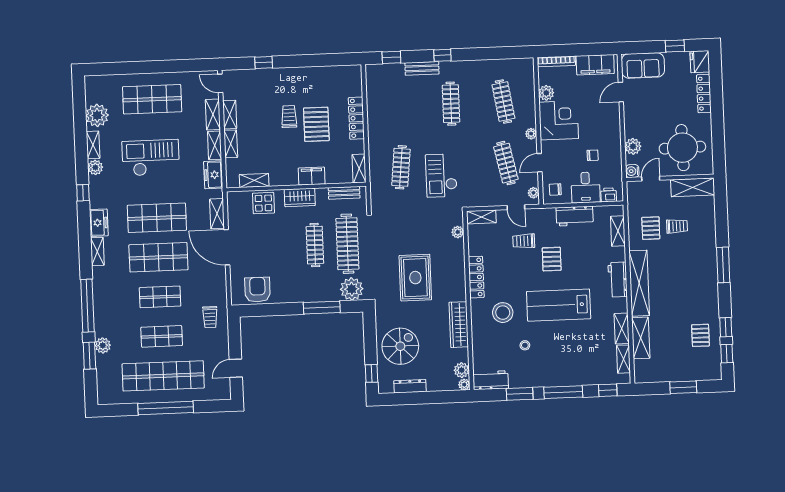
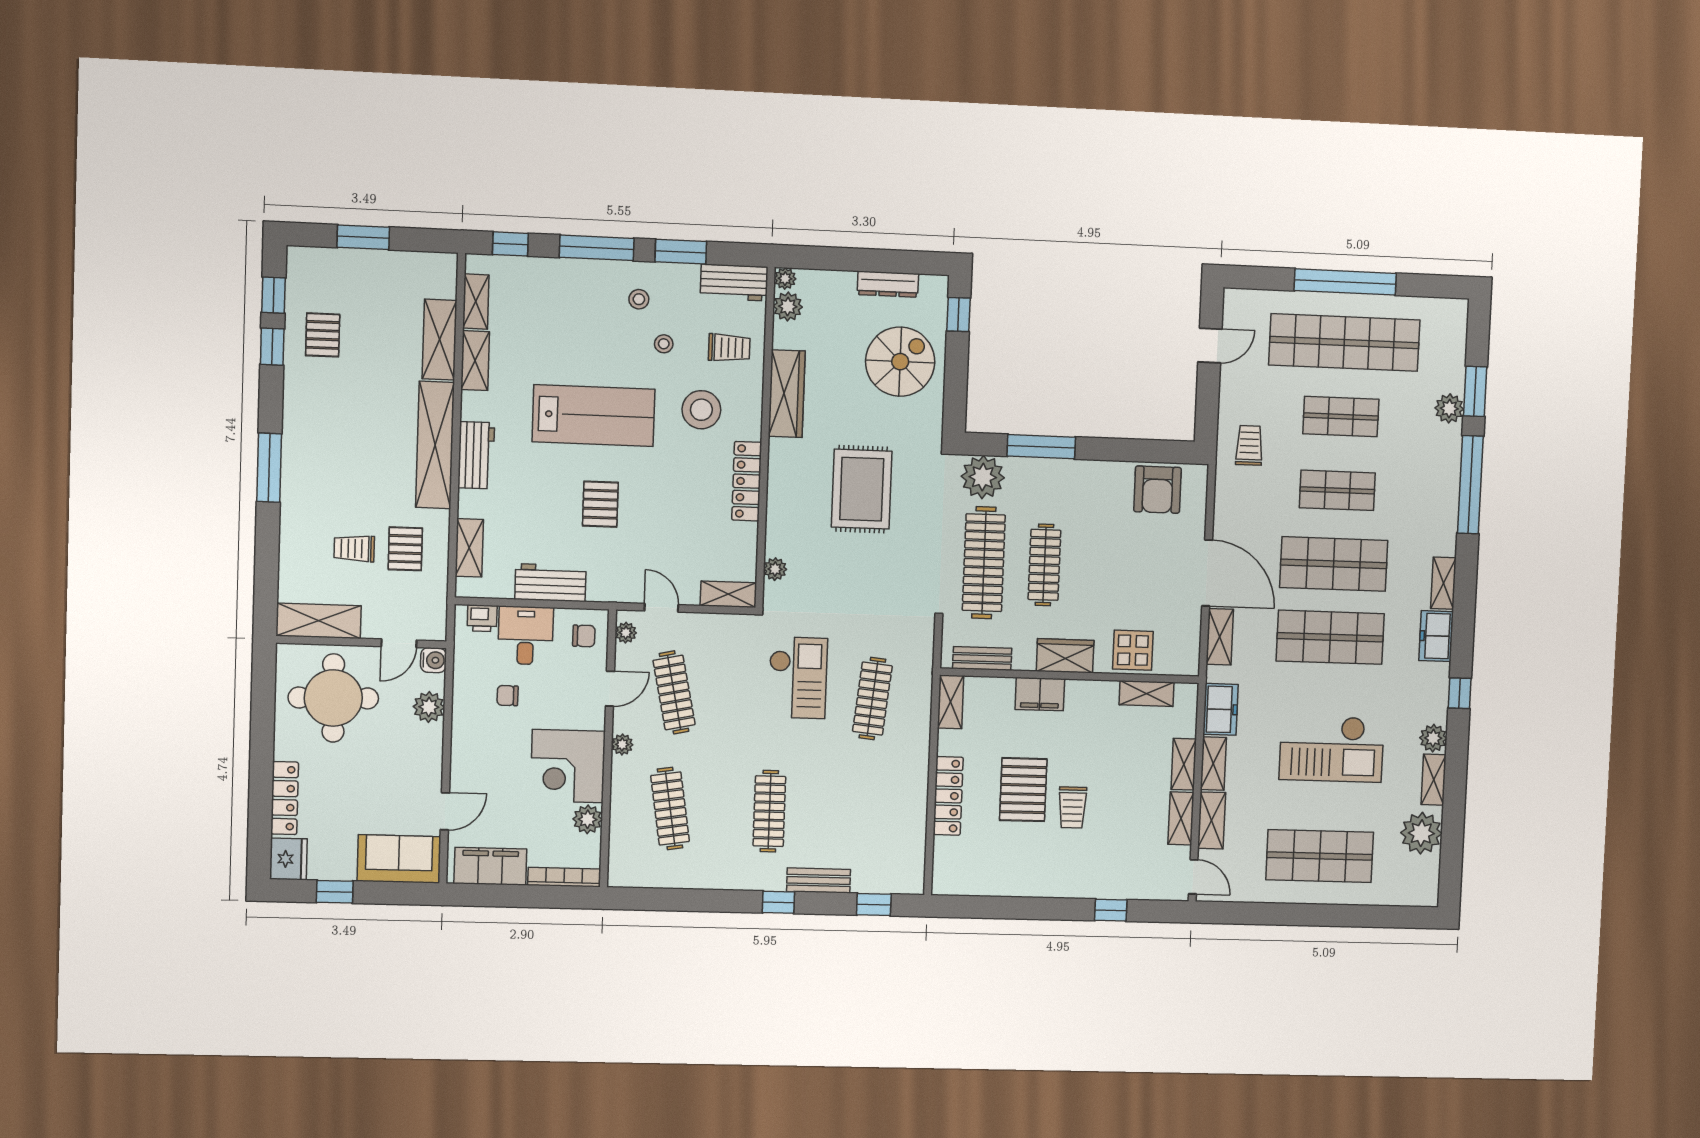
trolley: (524, 241) -> (729, 348), moved
spiral stairs: (400, 346) -> (900, 362), turned 180
stool: (540, 367) -> (639, 299), added

